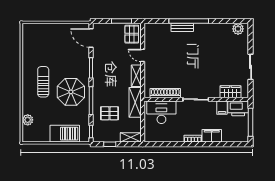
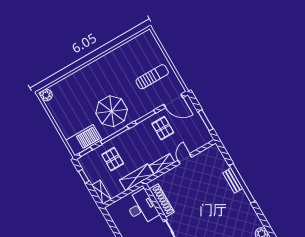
pallet: (132, 34) -> (163, 128), moved, turned 90
door: (91, 38) -> (173, 101), swing flipped
sun lounger: (43, 82) -> (152, 77), moved
plant: (28, 120) -> (46, 95), moved
barbecue: (65, 134) -> (84, 140), moved, turned -90

